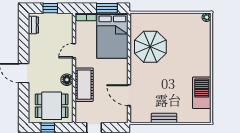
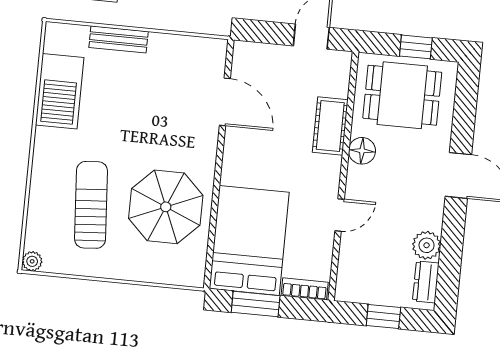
plant: (35, 41) -> (427, 245), added
sun lounger: (183, 44) -> (91, 205), added
cot: (84, 85) -> (330, 126), width x0.73, depth x0.75
bench: (164, 118) -> (119, 39), moved

